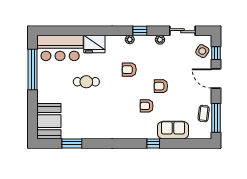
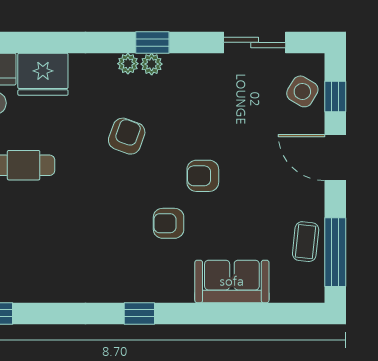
plant: (160, 40) -> (152, 64), moved
armchair: (129, 70) -> (127, 136), turned 110
window: (153, 143) -> (139, 313), moved

